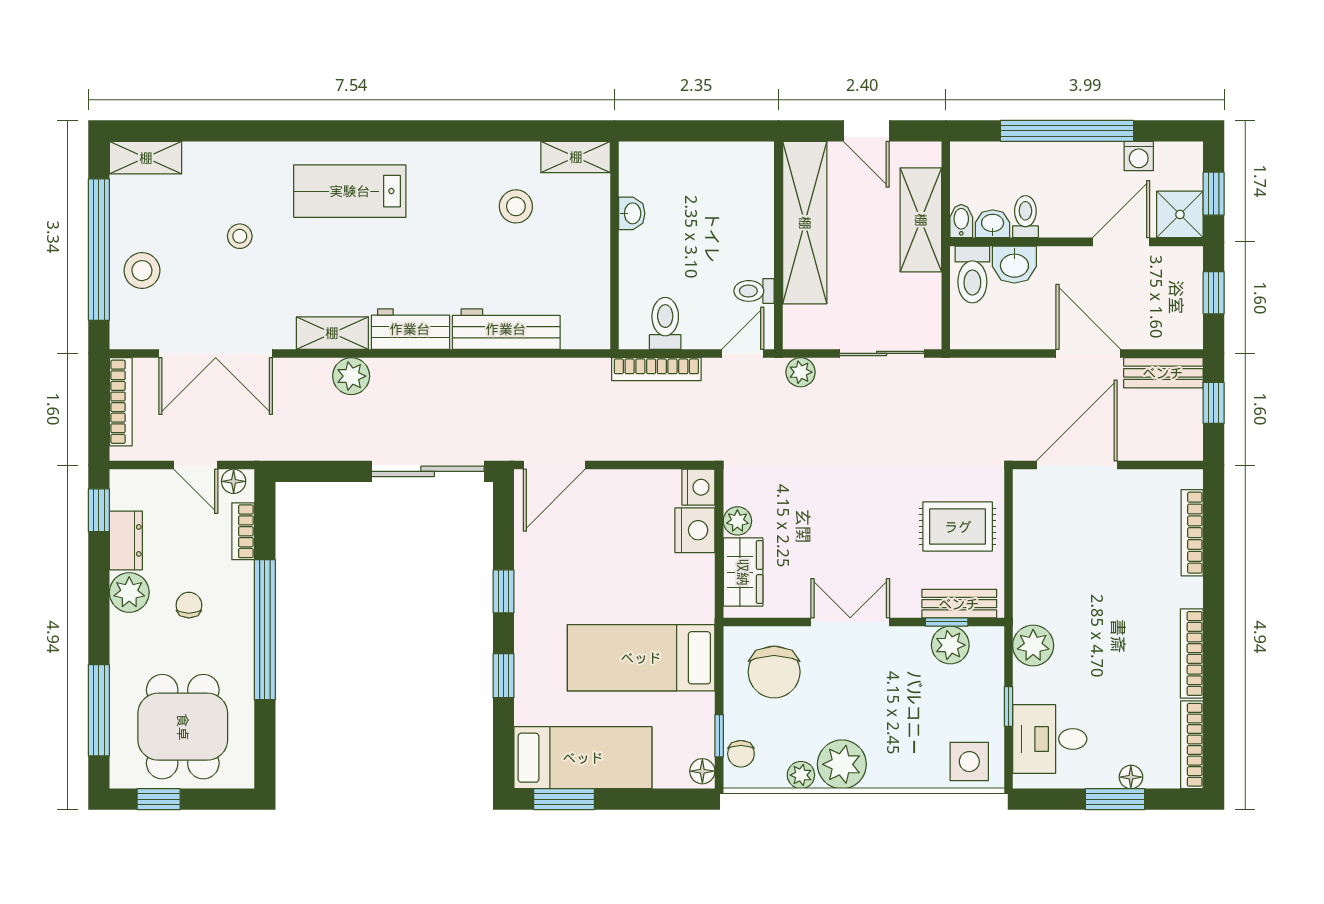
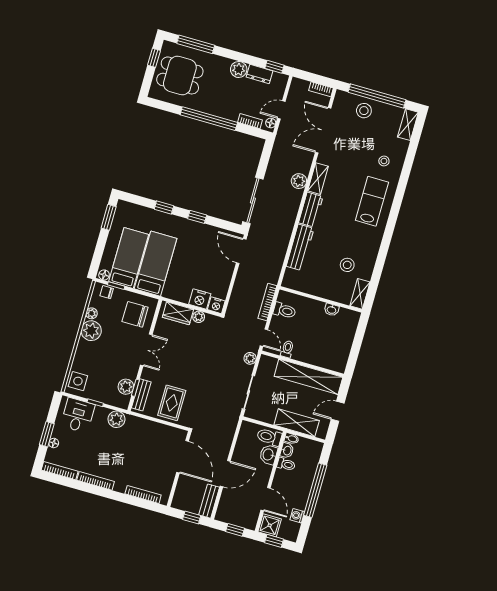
stool: (240, 236) -> (384, 161), moved
bookcase: (121, 402) -> (321, 89), width x0.64
chair: (189, 605) -> (227, 92), removed
bed: (583, 758) -> (129, 258), moved, turned 180

